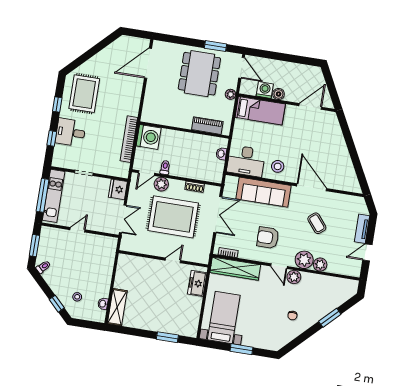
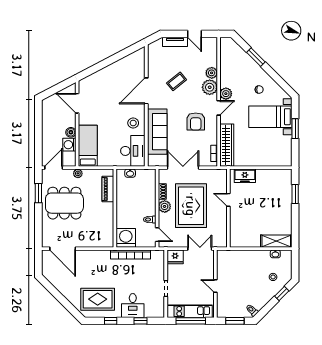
plant: (161, 184) -> (165, 206), moved
bed with nightstands: (224, 318) -> (270, 117), moved

